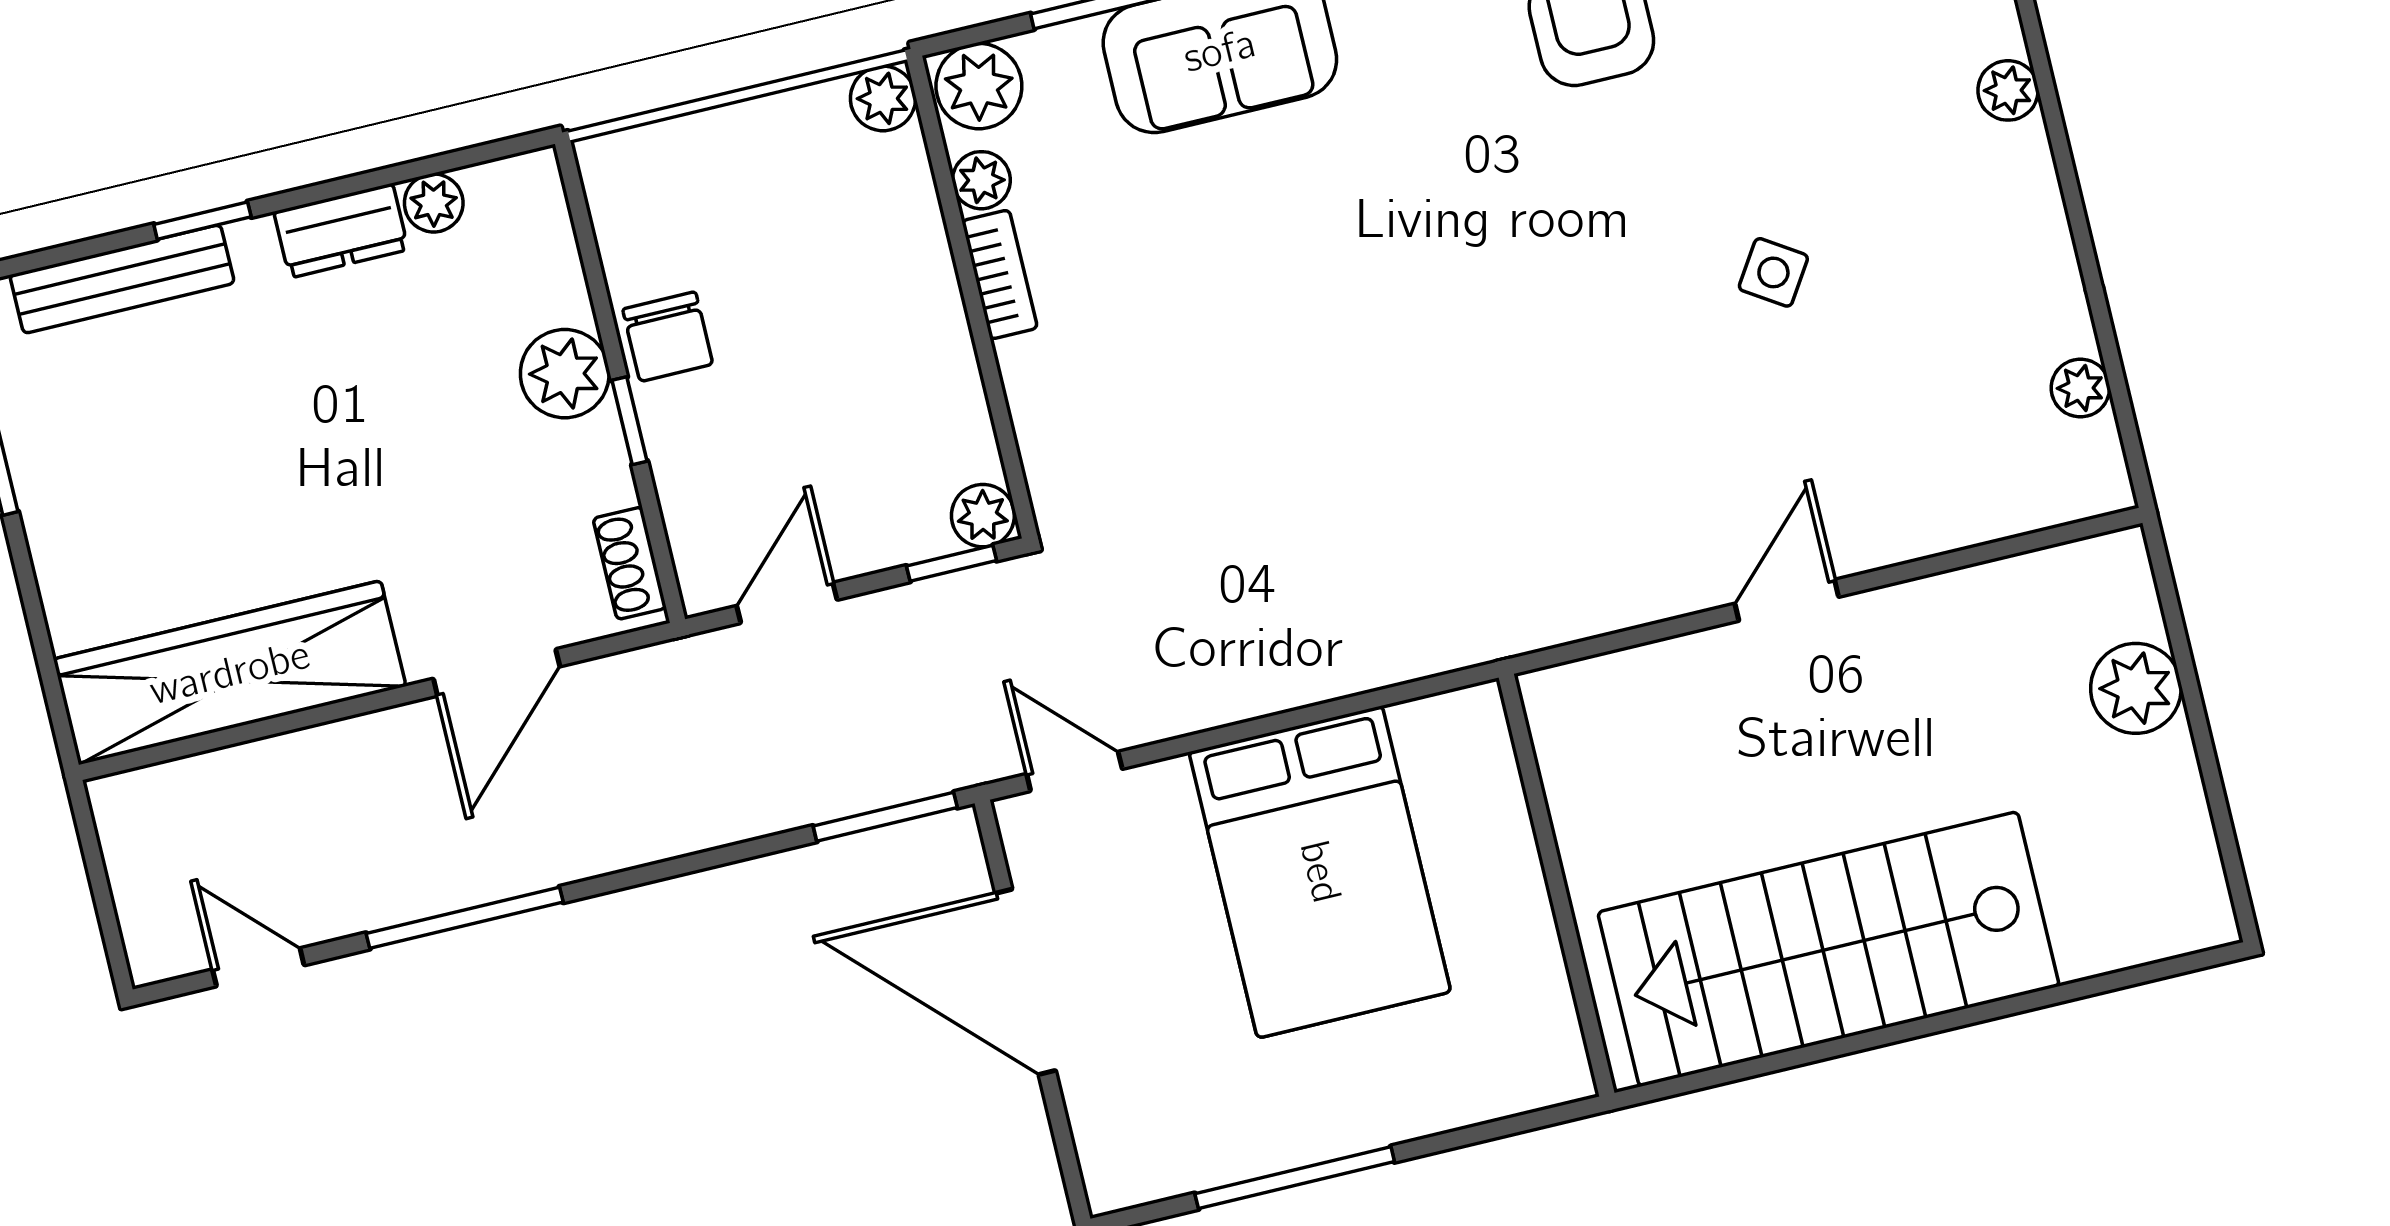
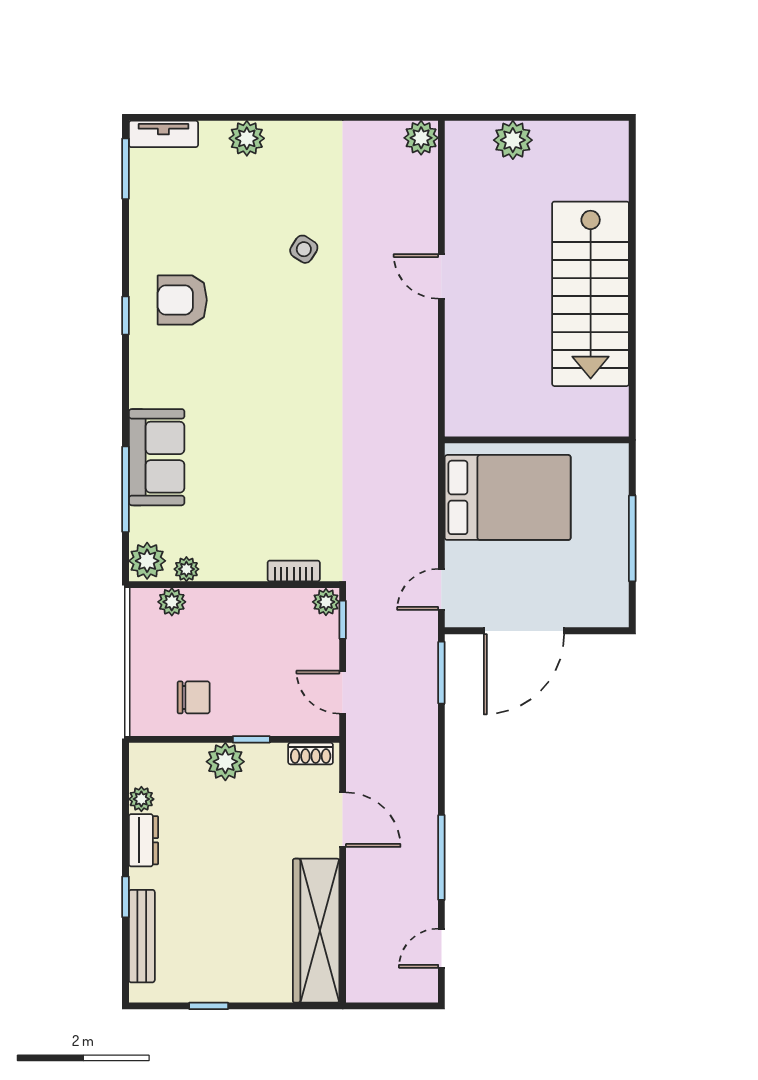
plant: (2008, 90) -> (247, 138), width x1.38, depth x1.38
plant: (883, 98) -> (172, 602), moved
bookcase: (1000, 274) -> (294, 571), moved
chair: (668, 337) -> (194, 697), moved
plant: (2080, 388) -> (421, 138), moved, width x1.38, depth x1.38
wall: (1557, 885) -> (537, 440), moved

